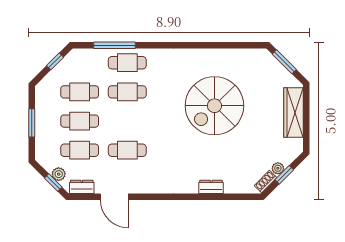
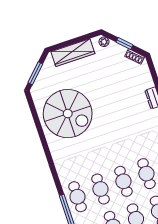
spiral stairs: (214, 106) -> (68, 114), moved
cafe table: (127, 121) -> (123, 181), added
plant: (278, 168) -> (104, 42), moved

